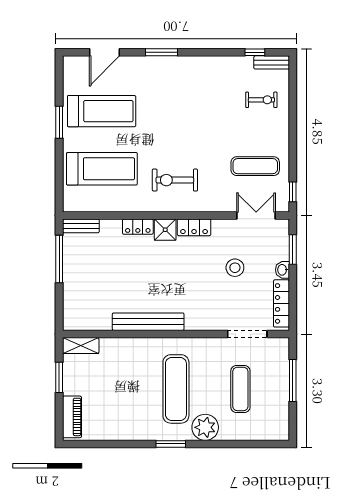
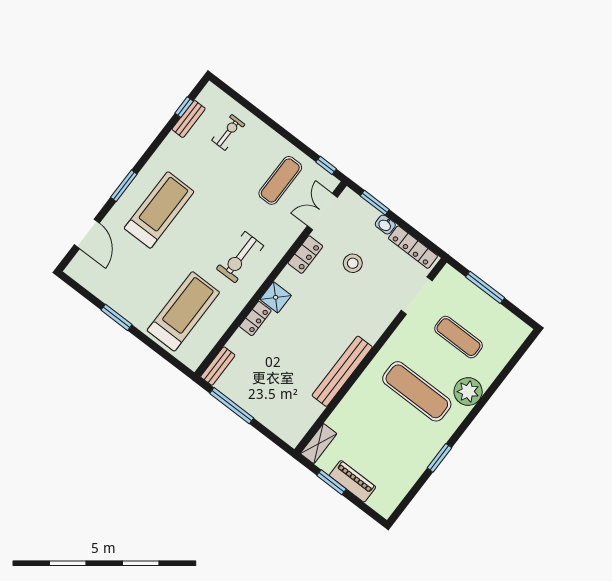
bench: (272, 62) -> (189, 119), moved
treadmill: (102, 111) -> (159, 210), moved
locker: (194, 227) -> (305, 255), moved
piano: (72, 417) -> (353, 481), moved
window: (171, 444) -> (439, 458), moved

